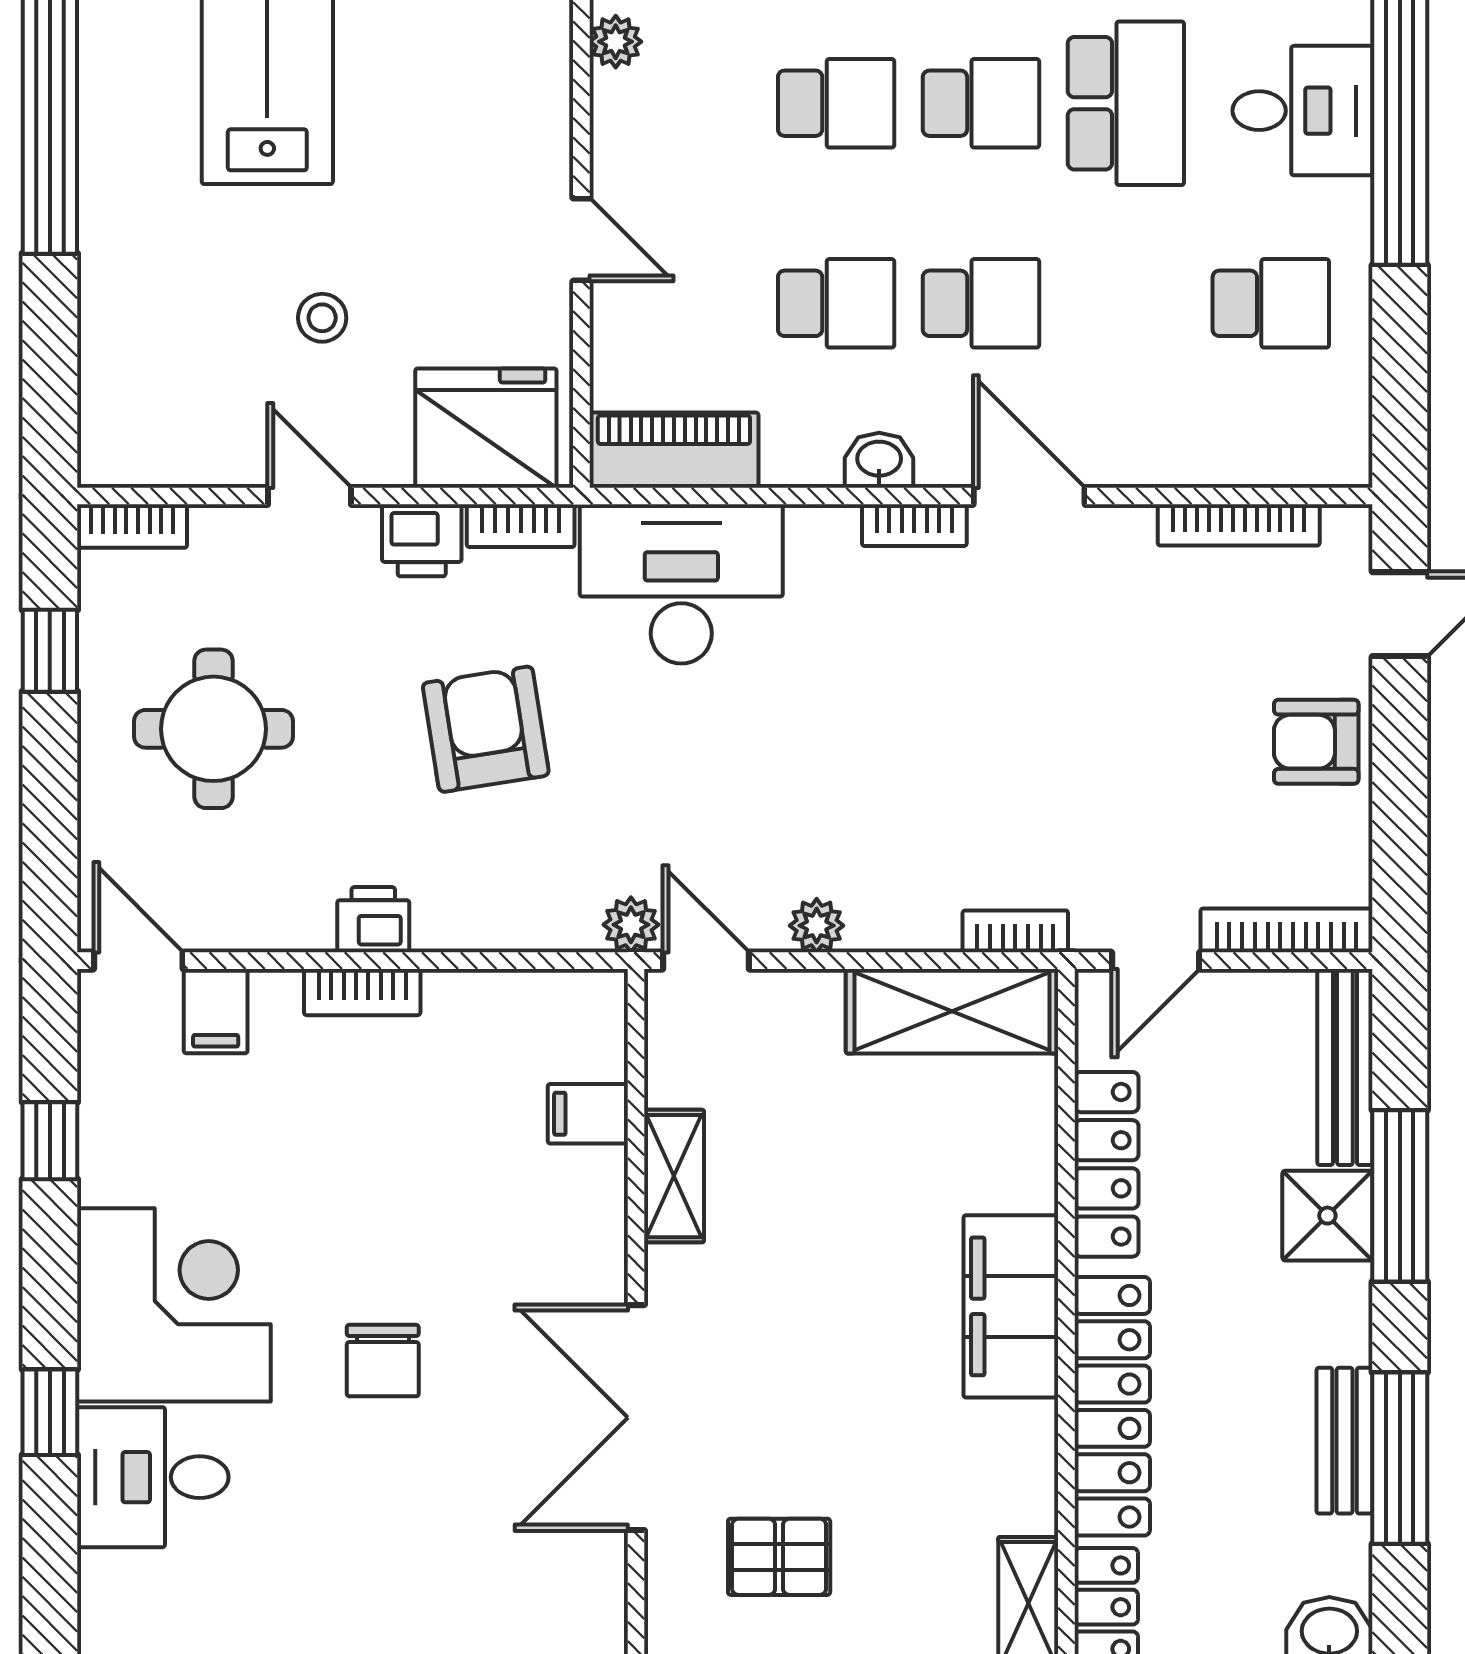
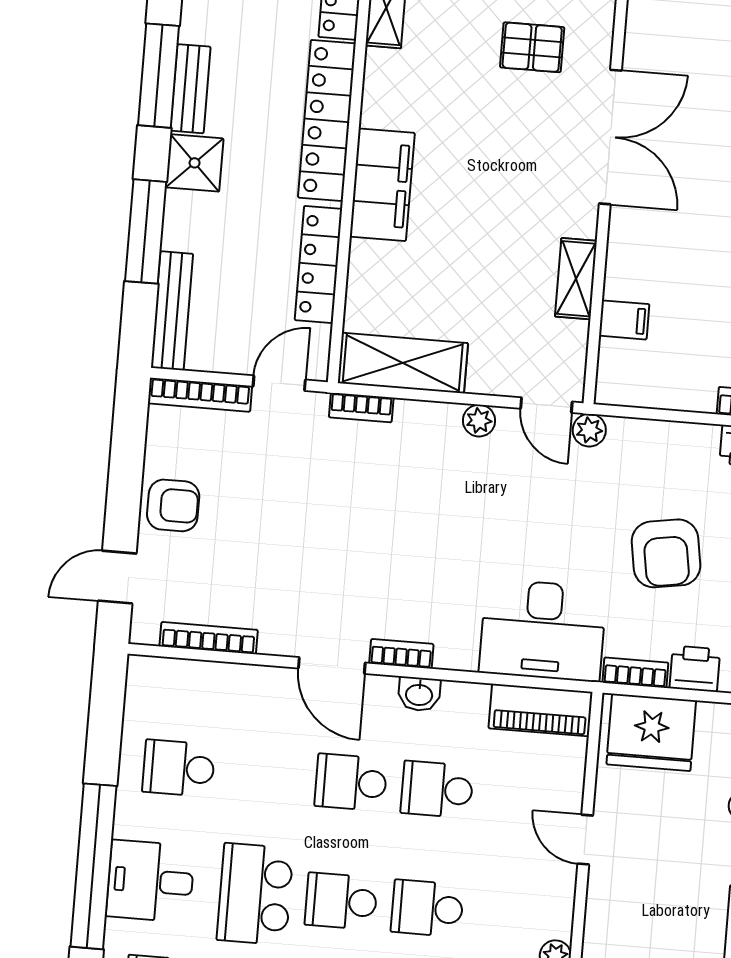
shower: (1327, 1216) -> (195, 163), moved

